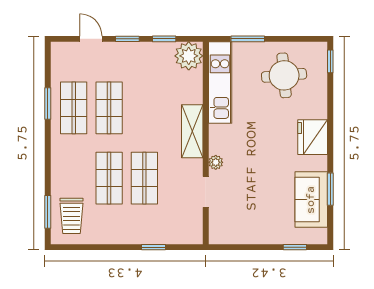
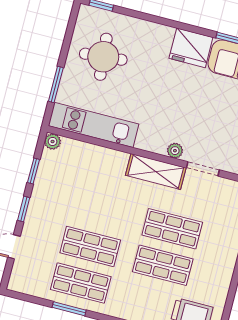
plant: (189, 56) -> (53, 141), width x0.53, depth x0.53
shelving: (192, 131) -> (156, 172), moved
fridge: (313, 137) -> (191, 48), moved

